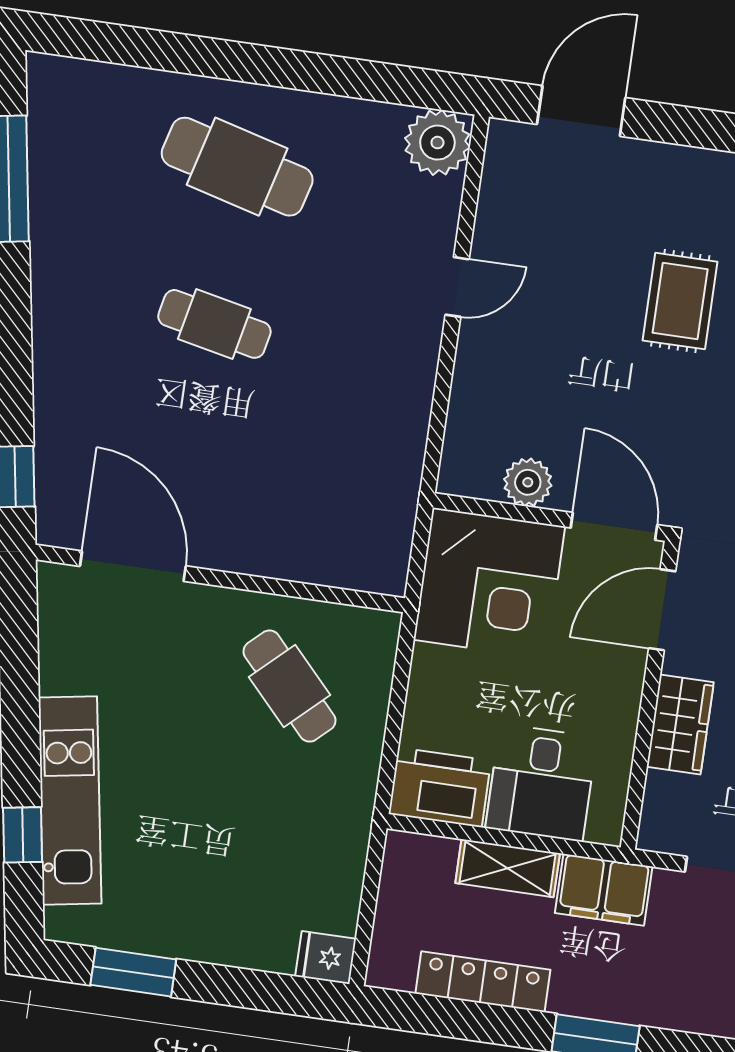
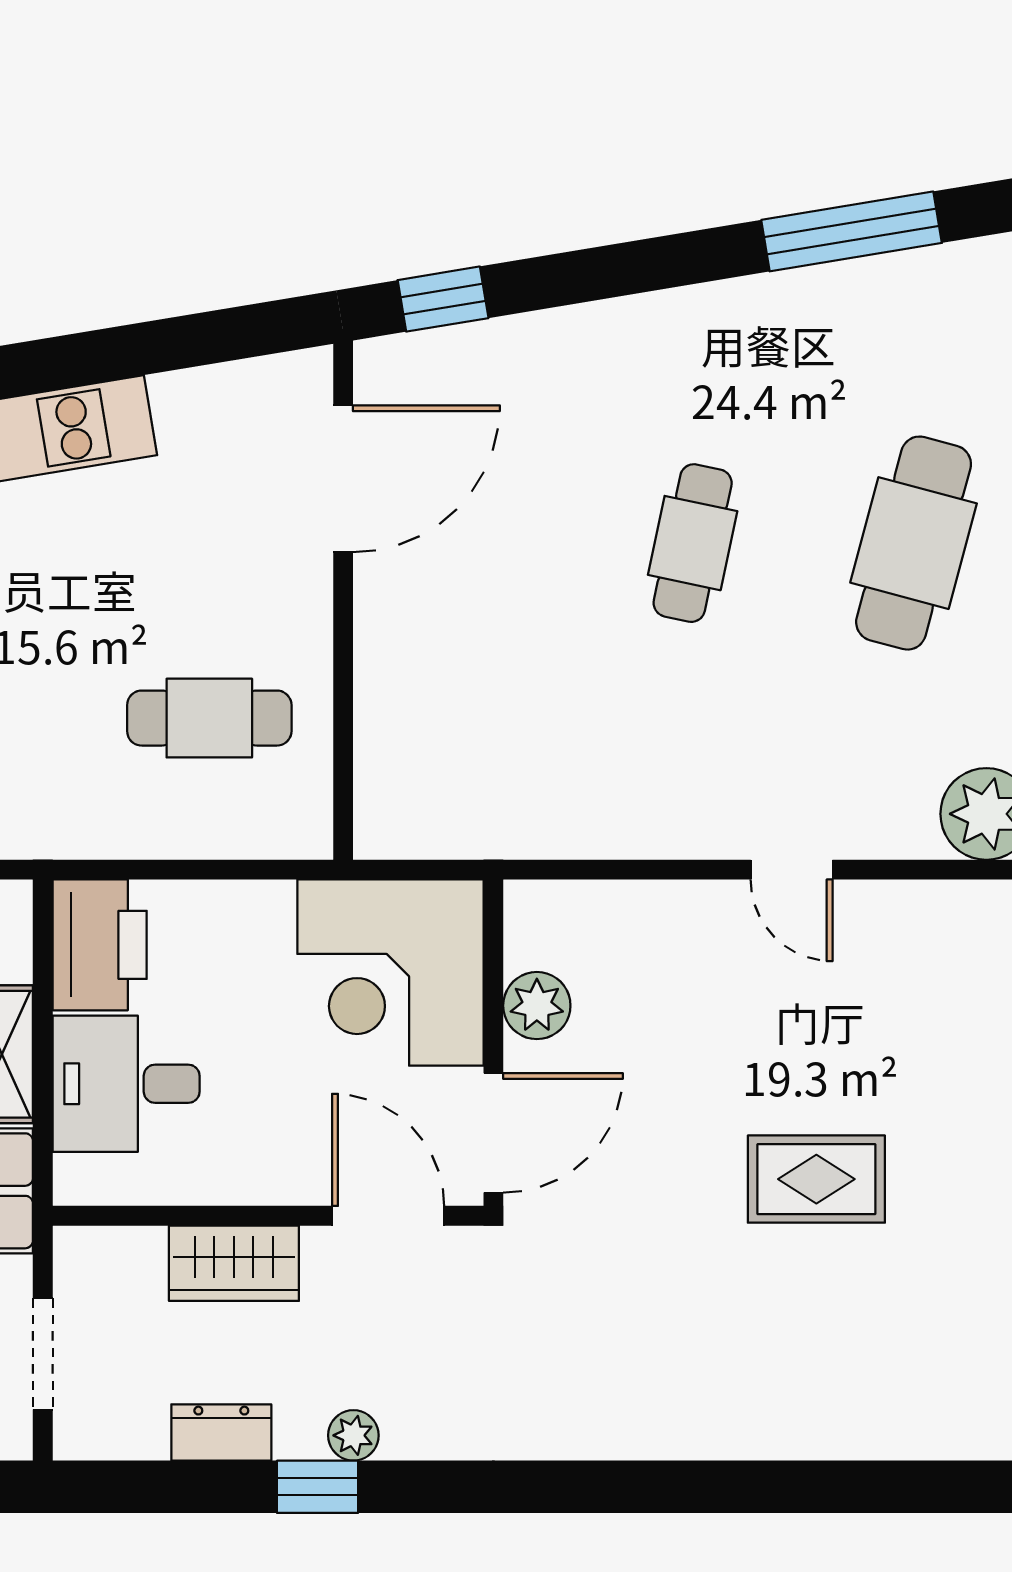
cafe table: (289, 686) -> (209, 718), turned 43

